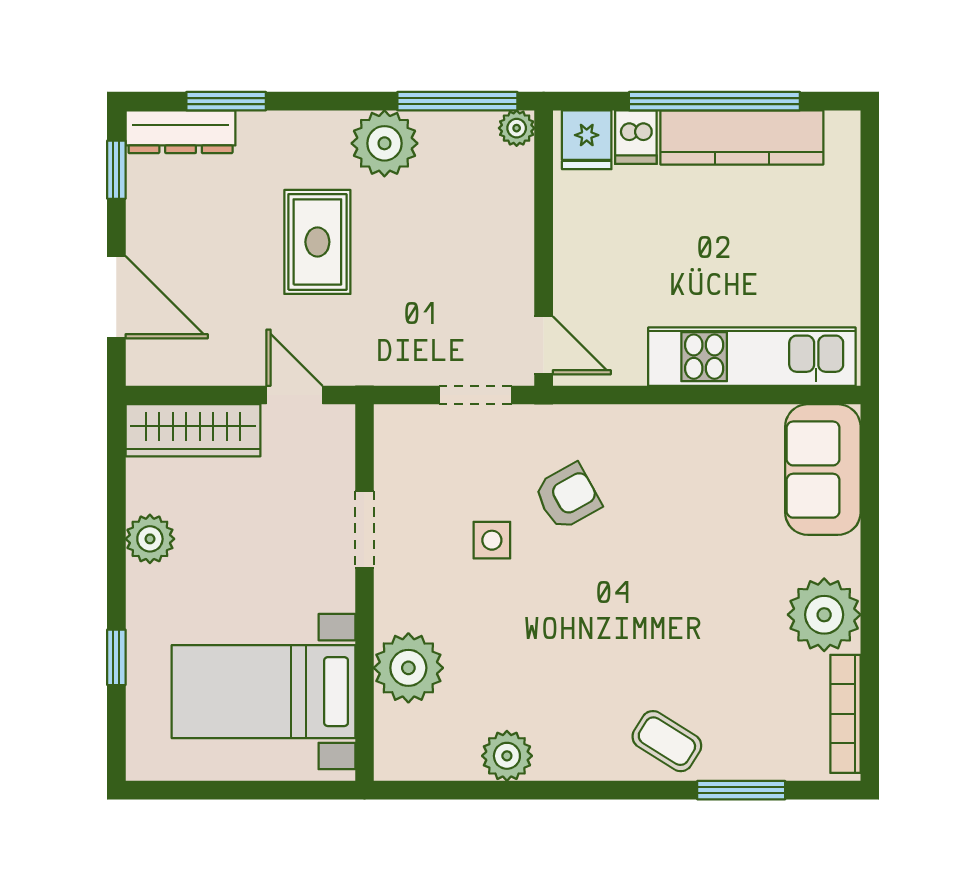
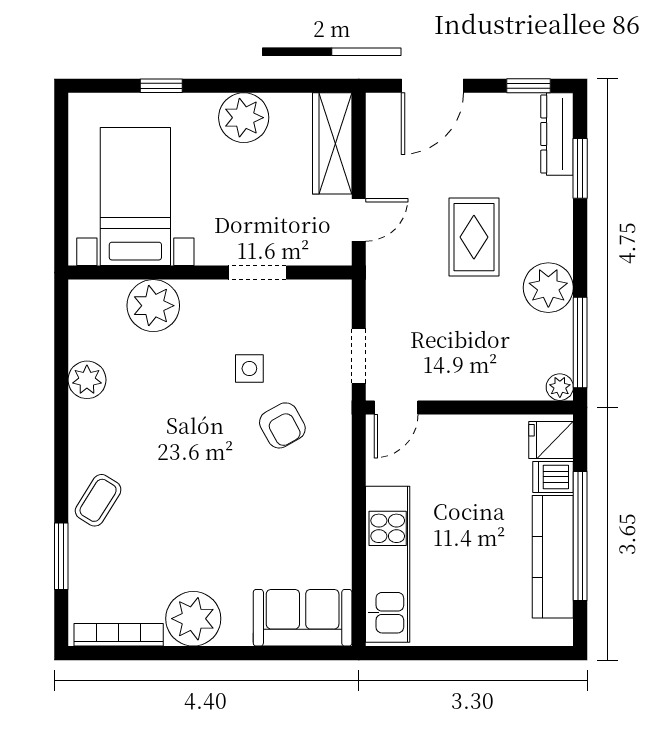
rug: (317, 242) -> (474, 237), turned 90
plant: (150, 539) -> (244, 118), width x1.36, depth x1.36

